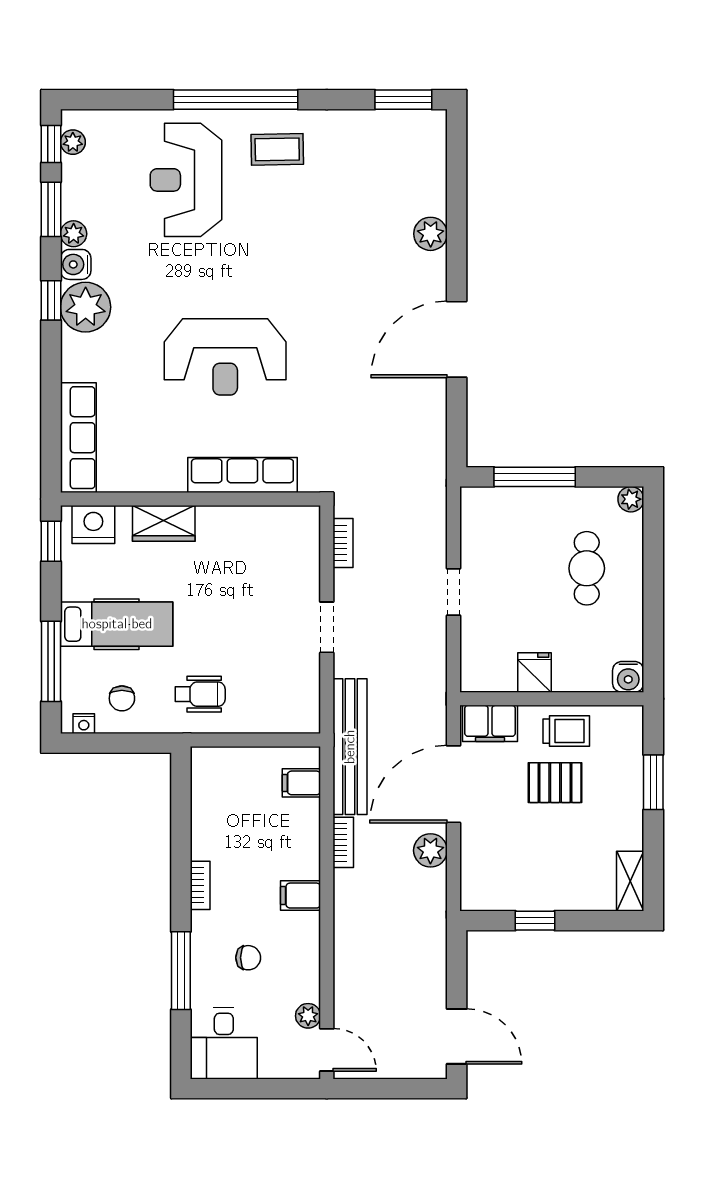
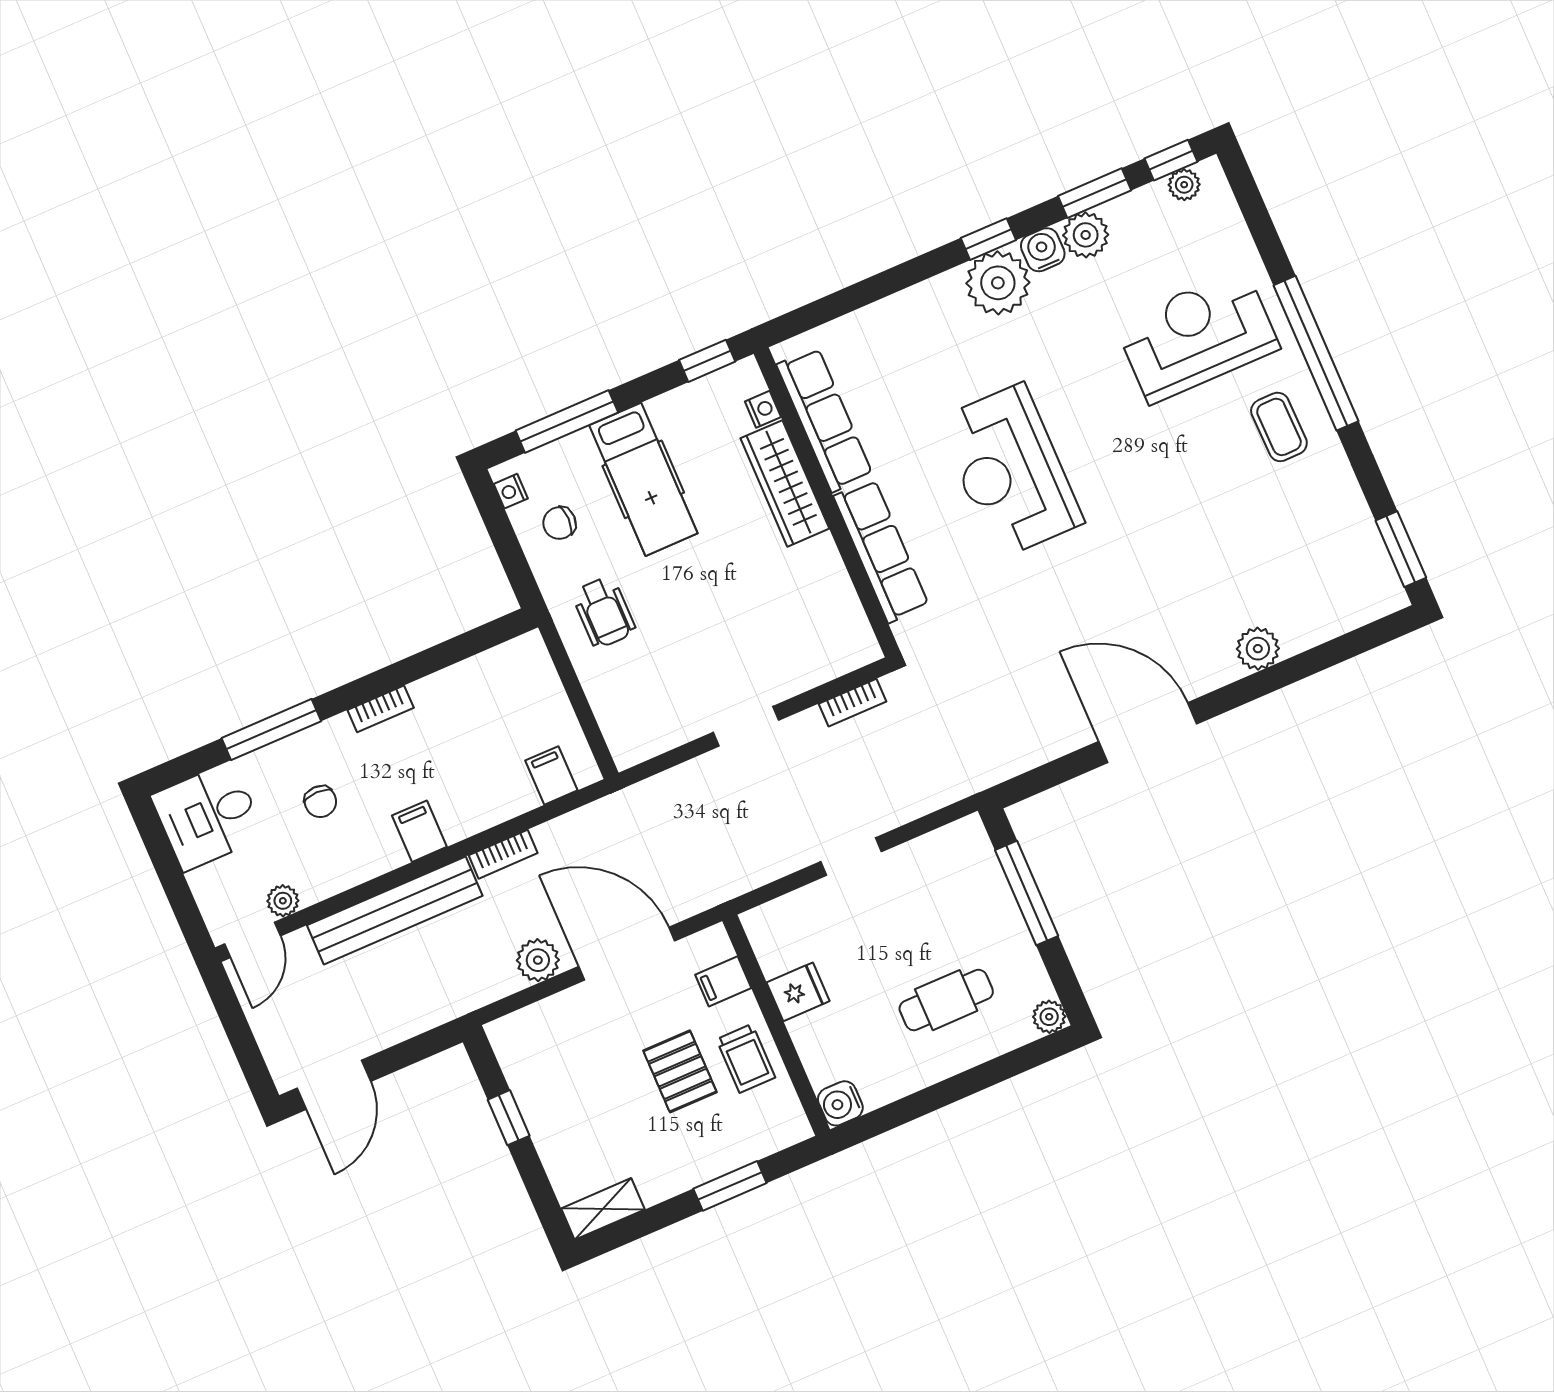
plant: (74, 234) -> (1086, 235), width x1.38, depth x1.38
row of seats: (78, 438) -> (825, 420), moved, turned -90
wardrobe: (164, 523) -> (785, 483), width x1.50
nightstand: (93, 524) -> (763, 409), width x0.53, depth x0.56
filing cabinet: (490, 723) -> (723, 981), width x0.50
bench: (350, 747) -> (395, 911), moved

